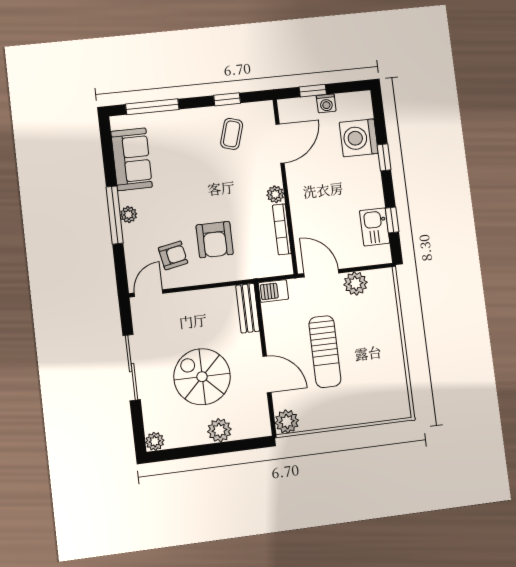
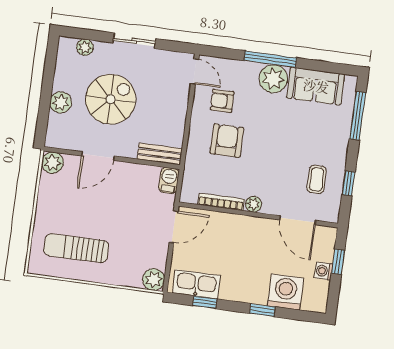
coffee table: (232, 134) -> (317, 179), turned 73
plant: (129, 215) -> (273, 79), width x1.87, depth x1.87
kitchen sink: (375, 227) -> (196, 284), width x1.38
armchair: (215, 240) -> (227, 141), turned 90
armchair: (173, 255) -> (222, 101), turned 101
plant: (355, 283) -> (154, 279), moved
sun lounger: (325, 352) -> (76, 248), moved
sliding door: (132, 368) -> (134, 41), width x0.73
plant: (155, 441) -> (85, 47), moved

